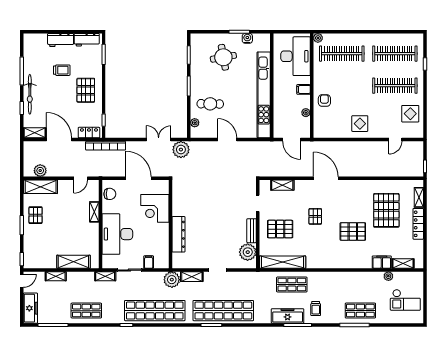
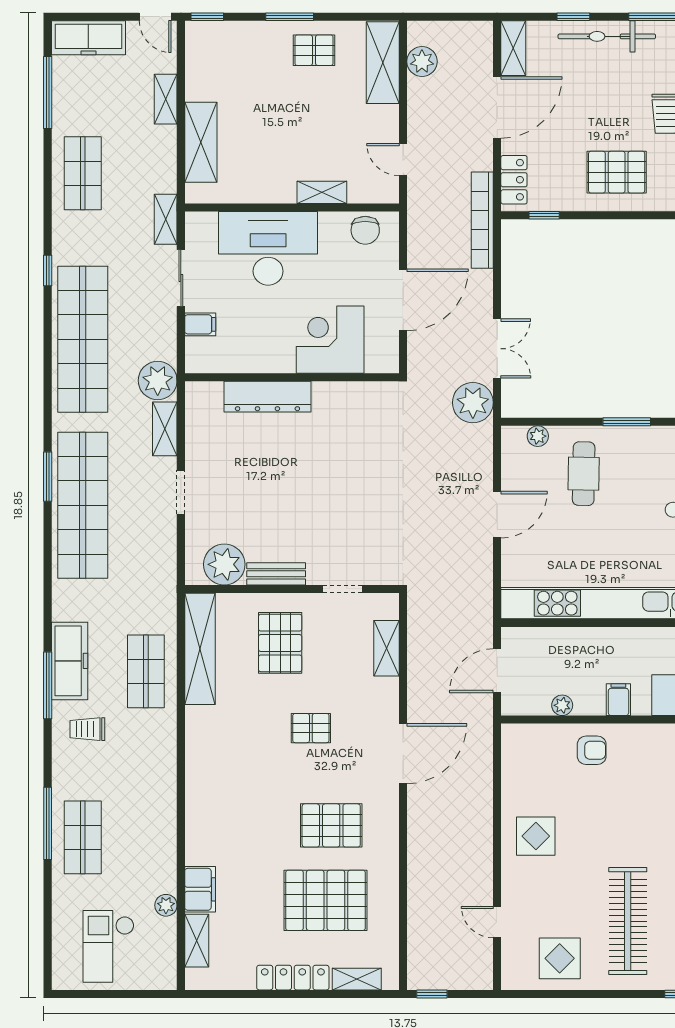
pallet: (353, 231) -> (331, 825), moved, turned 90

